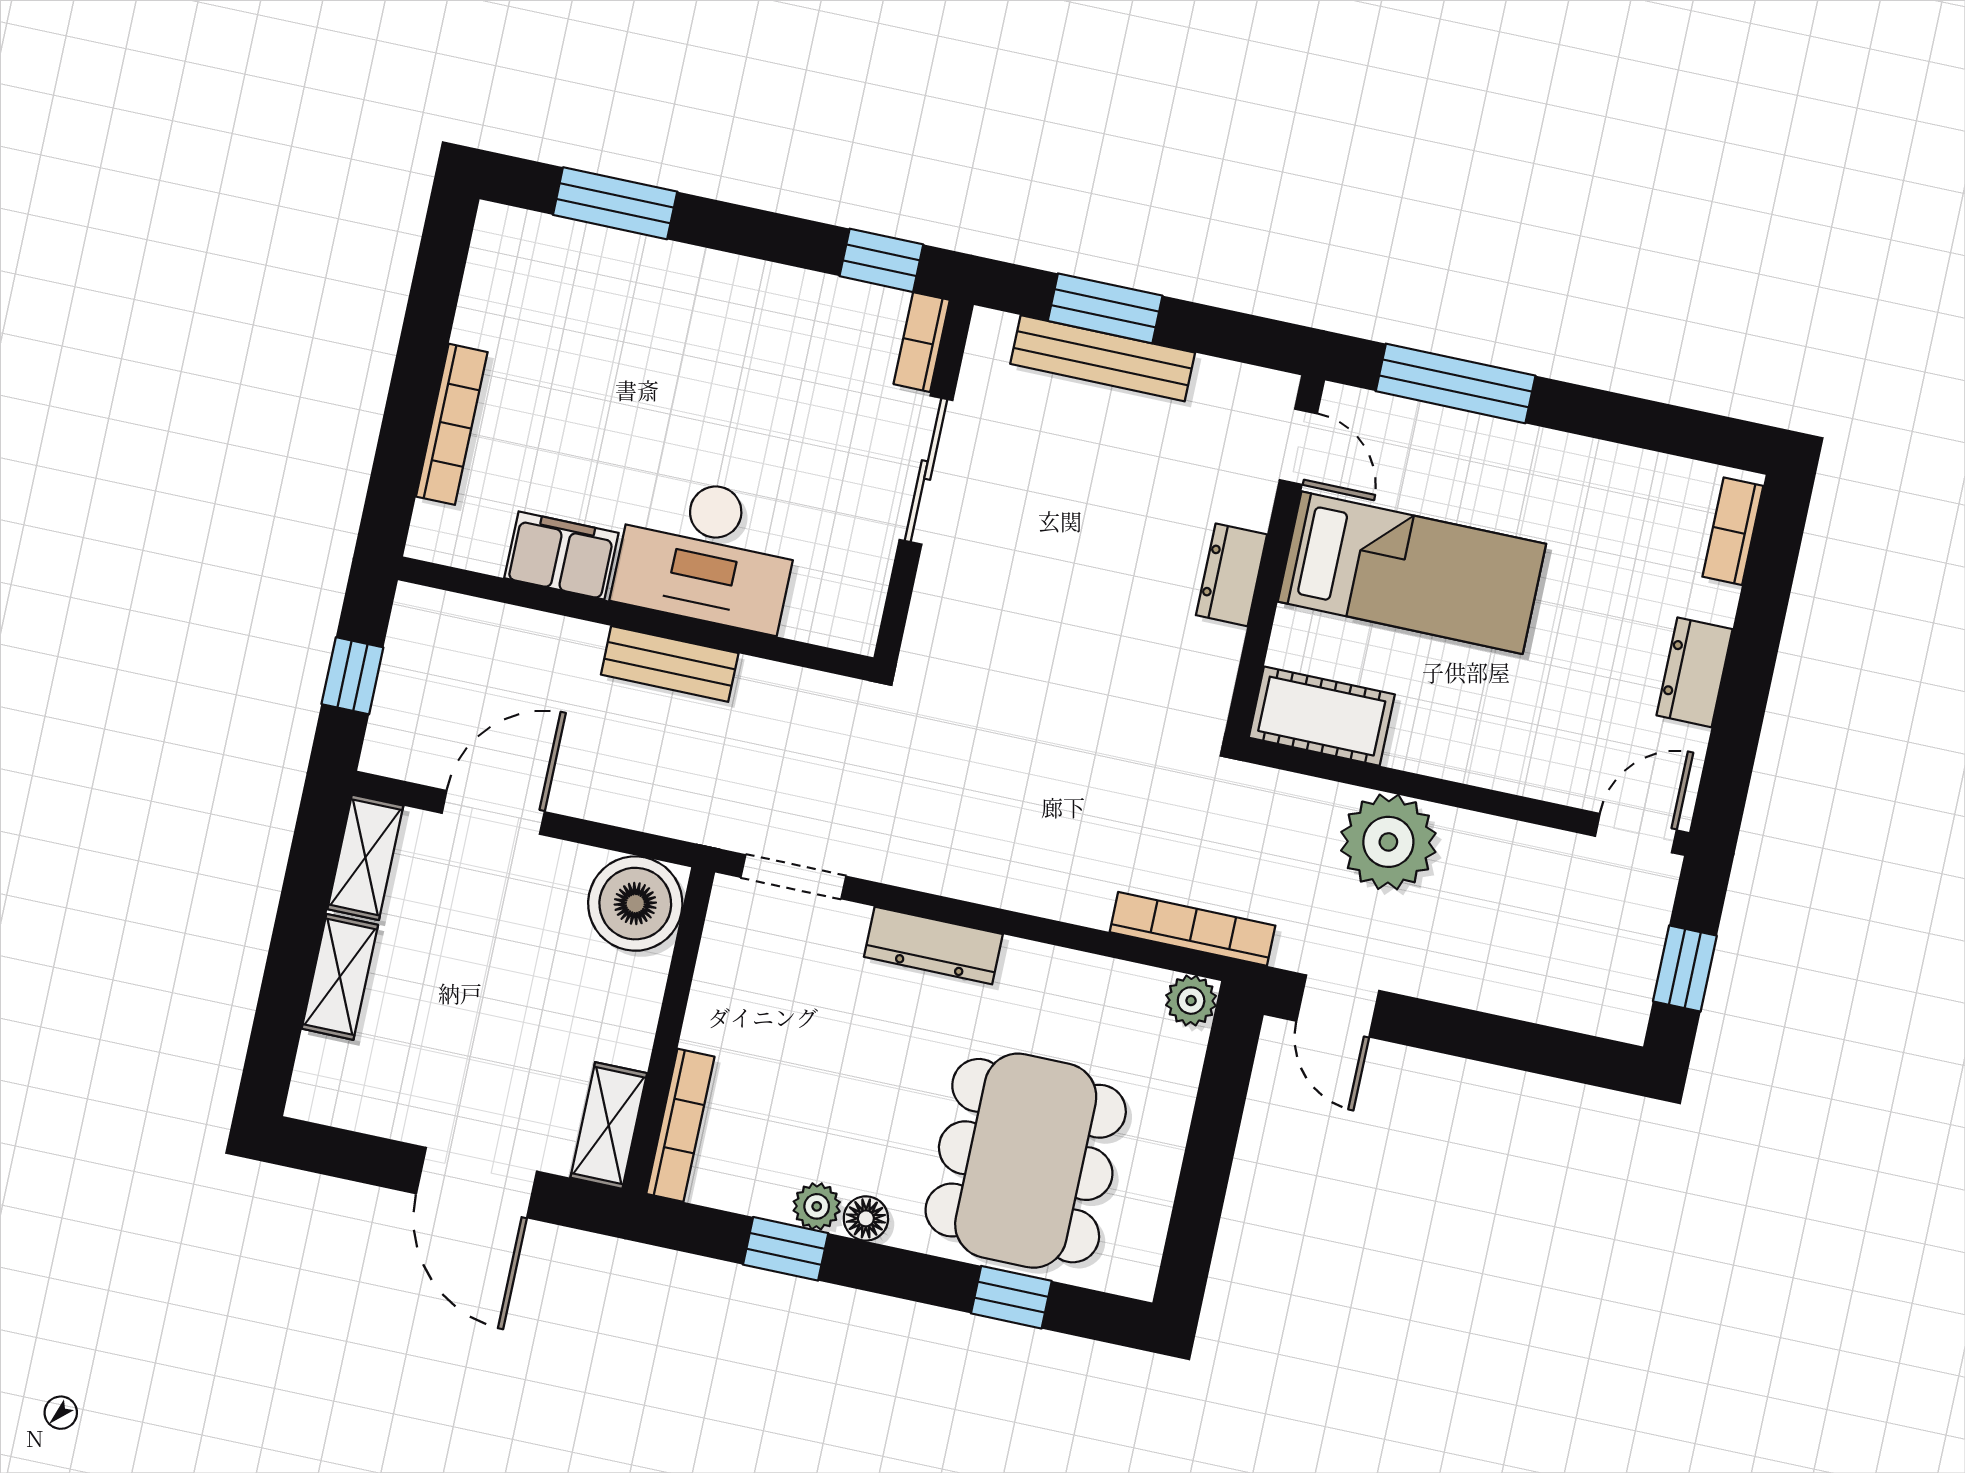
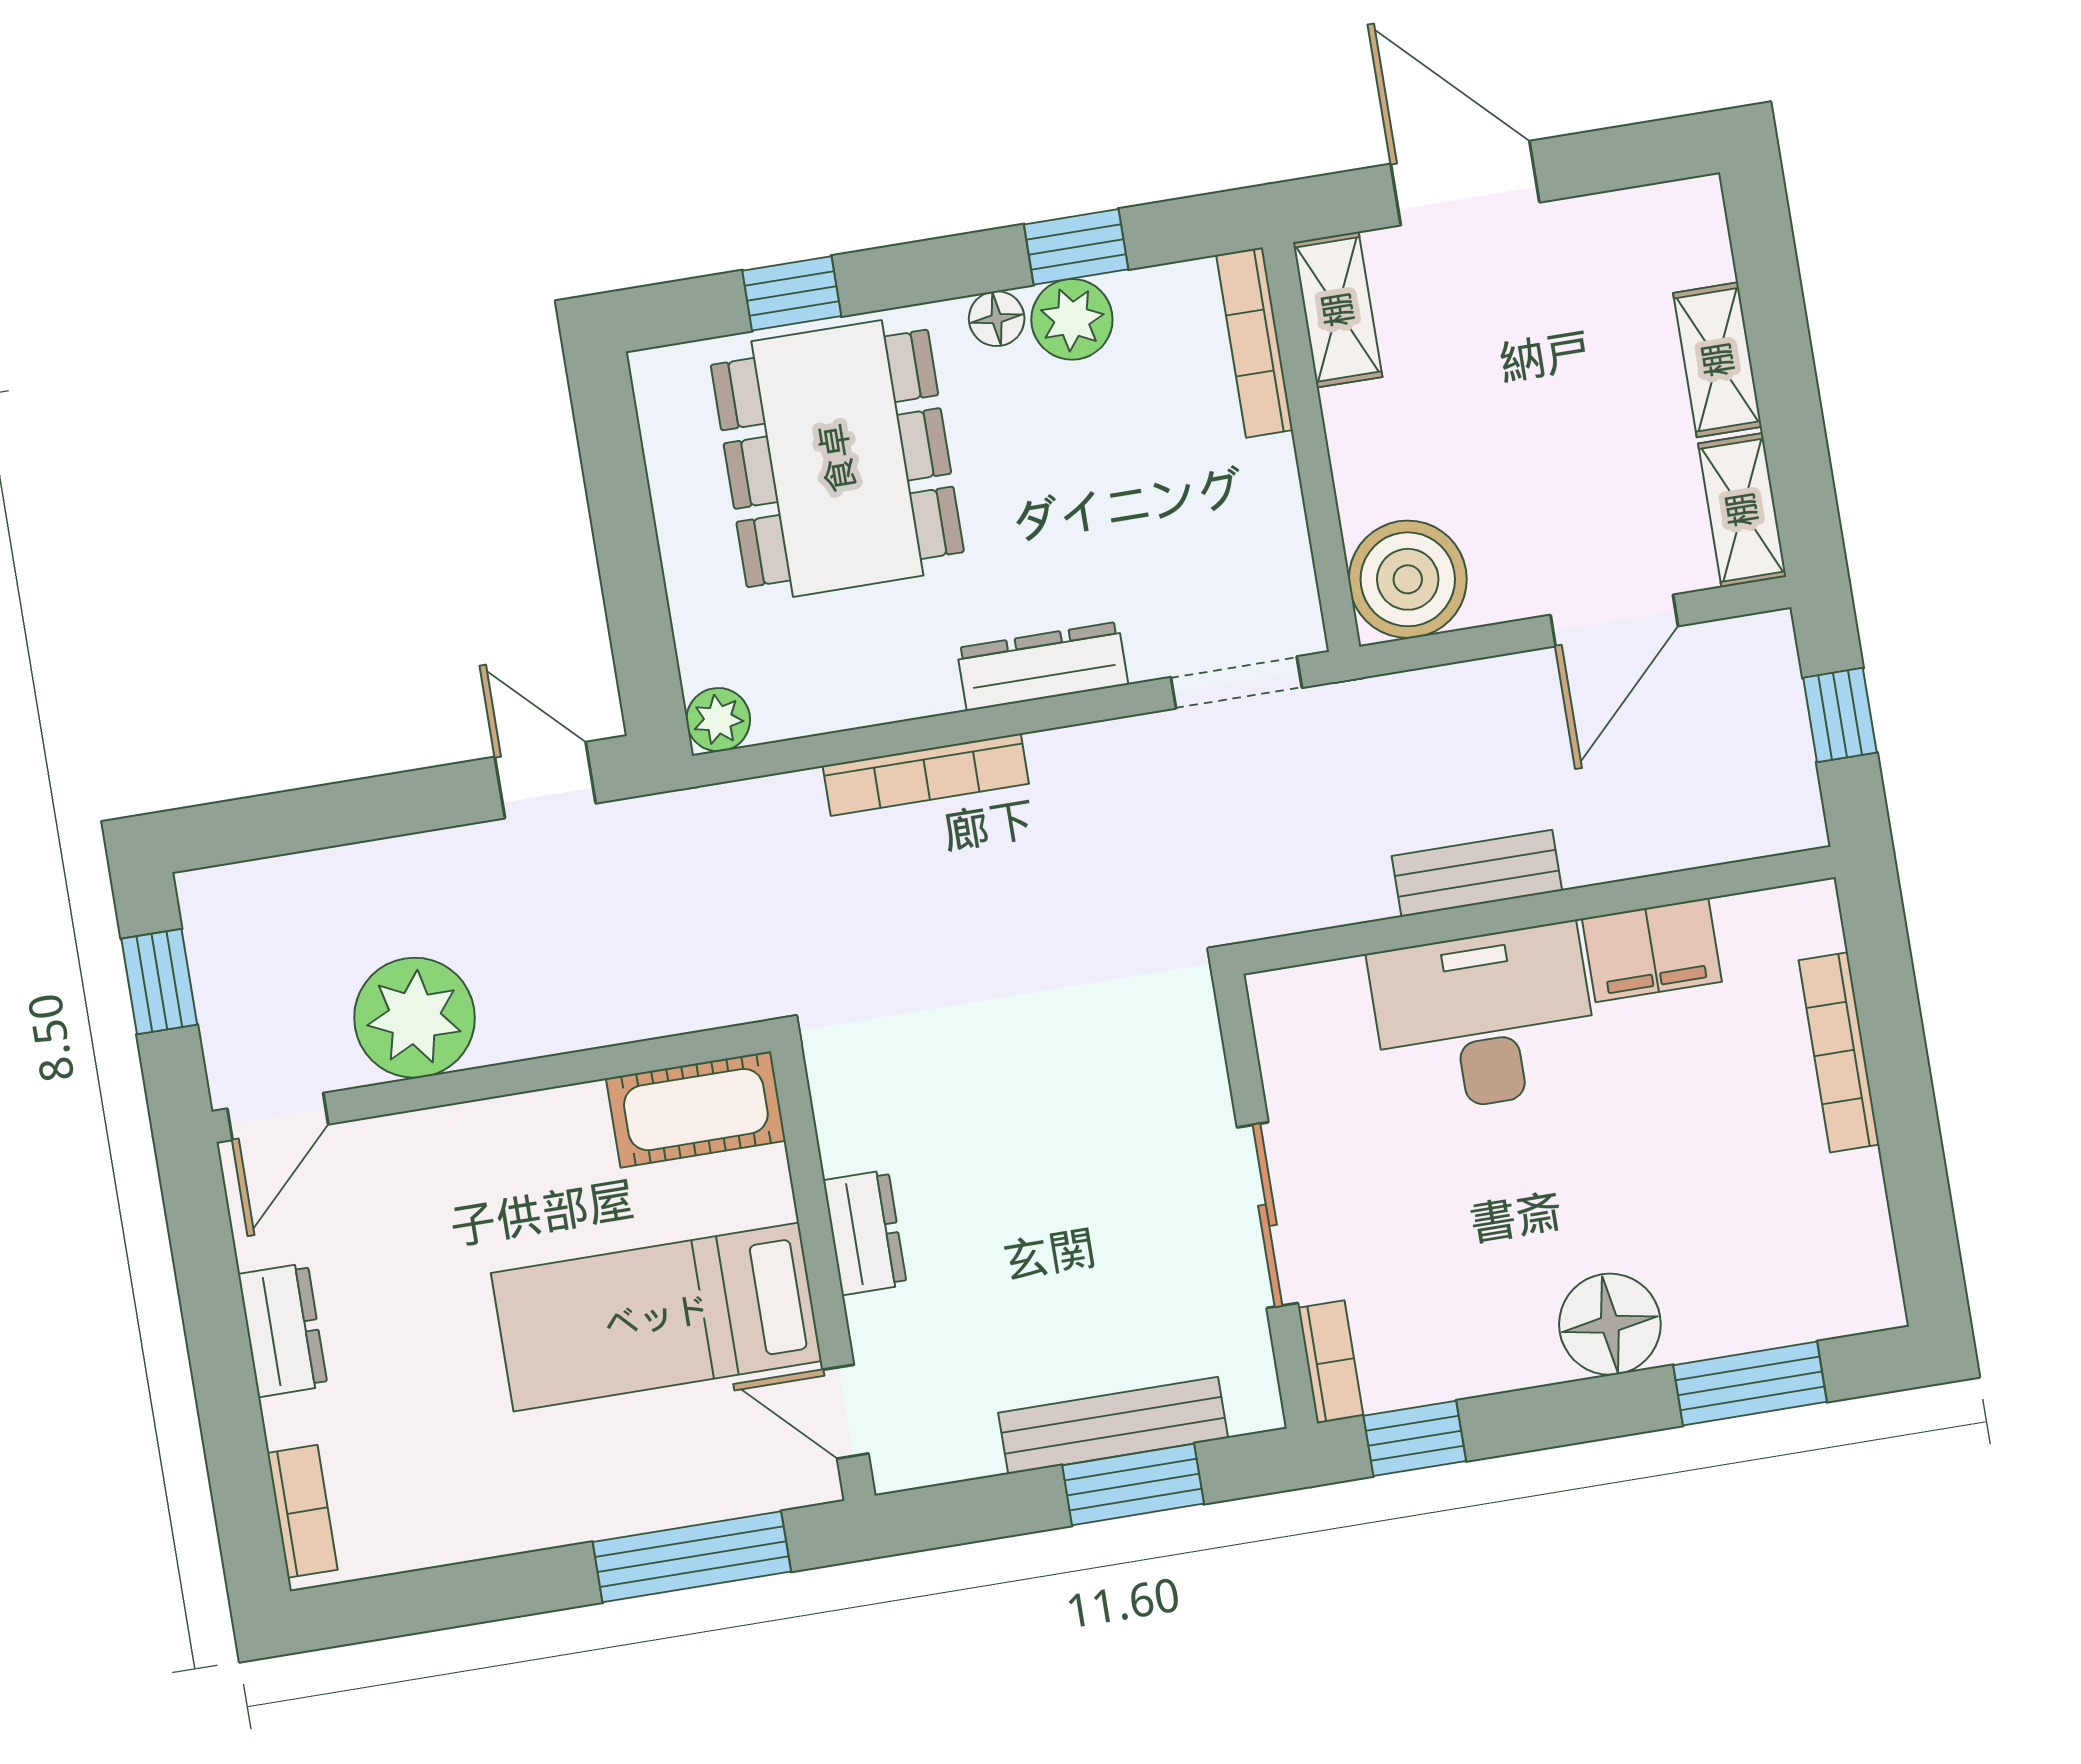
floor lamp: (702, 288) -> (1610, 1324), added
plant: (1388, 842) -> (414, 1018), moved
bookcase: (1193, 929) -> (926, 775), moved
plant: (817, 1206) -> (1072, 319), width x1.38, depth x1.38

